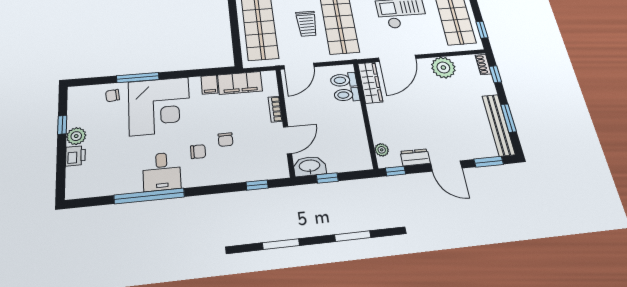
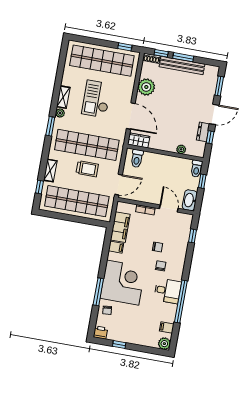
door: (299, 66) -> (119, 185), hinge flipped
wardrobe: (370, 83) -> (139, 140), width x0.67
toilet: (347, 95) -> (197, 169), moved
window: (508, 118) -> (183, 57), moved
bench: (498, 125) -> (182, 65), moved
plant: (76, 136) -> (164, 344), moved
plant: (382, 150) -> (181, 149), moved
printer: (75, 156) -> (100, 332), moved
window: (395, 171) -> (210, 137), moved
window: (327, 178) -> (202, 181), moved
filing cabinet: (102, 186) -> (167, 328), added

